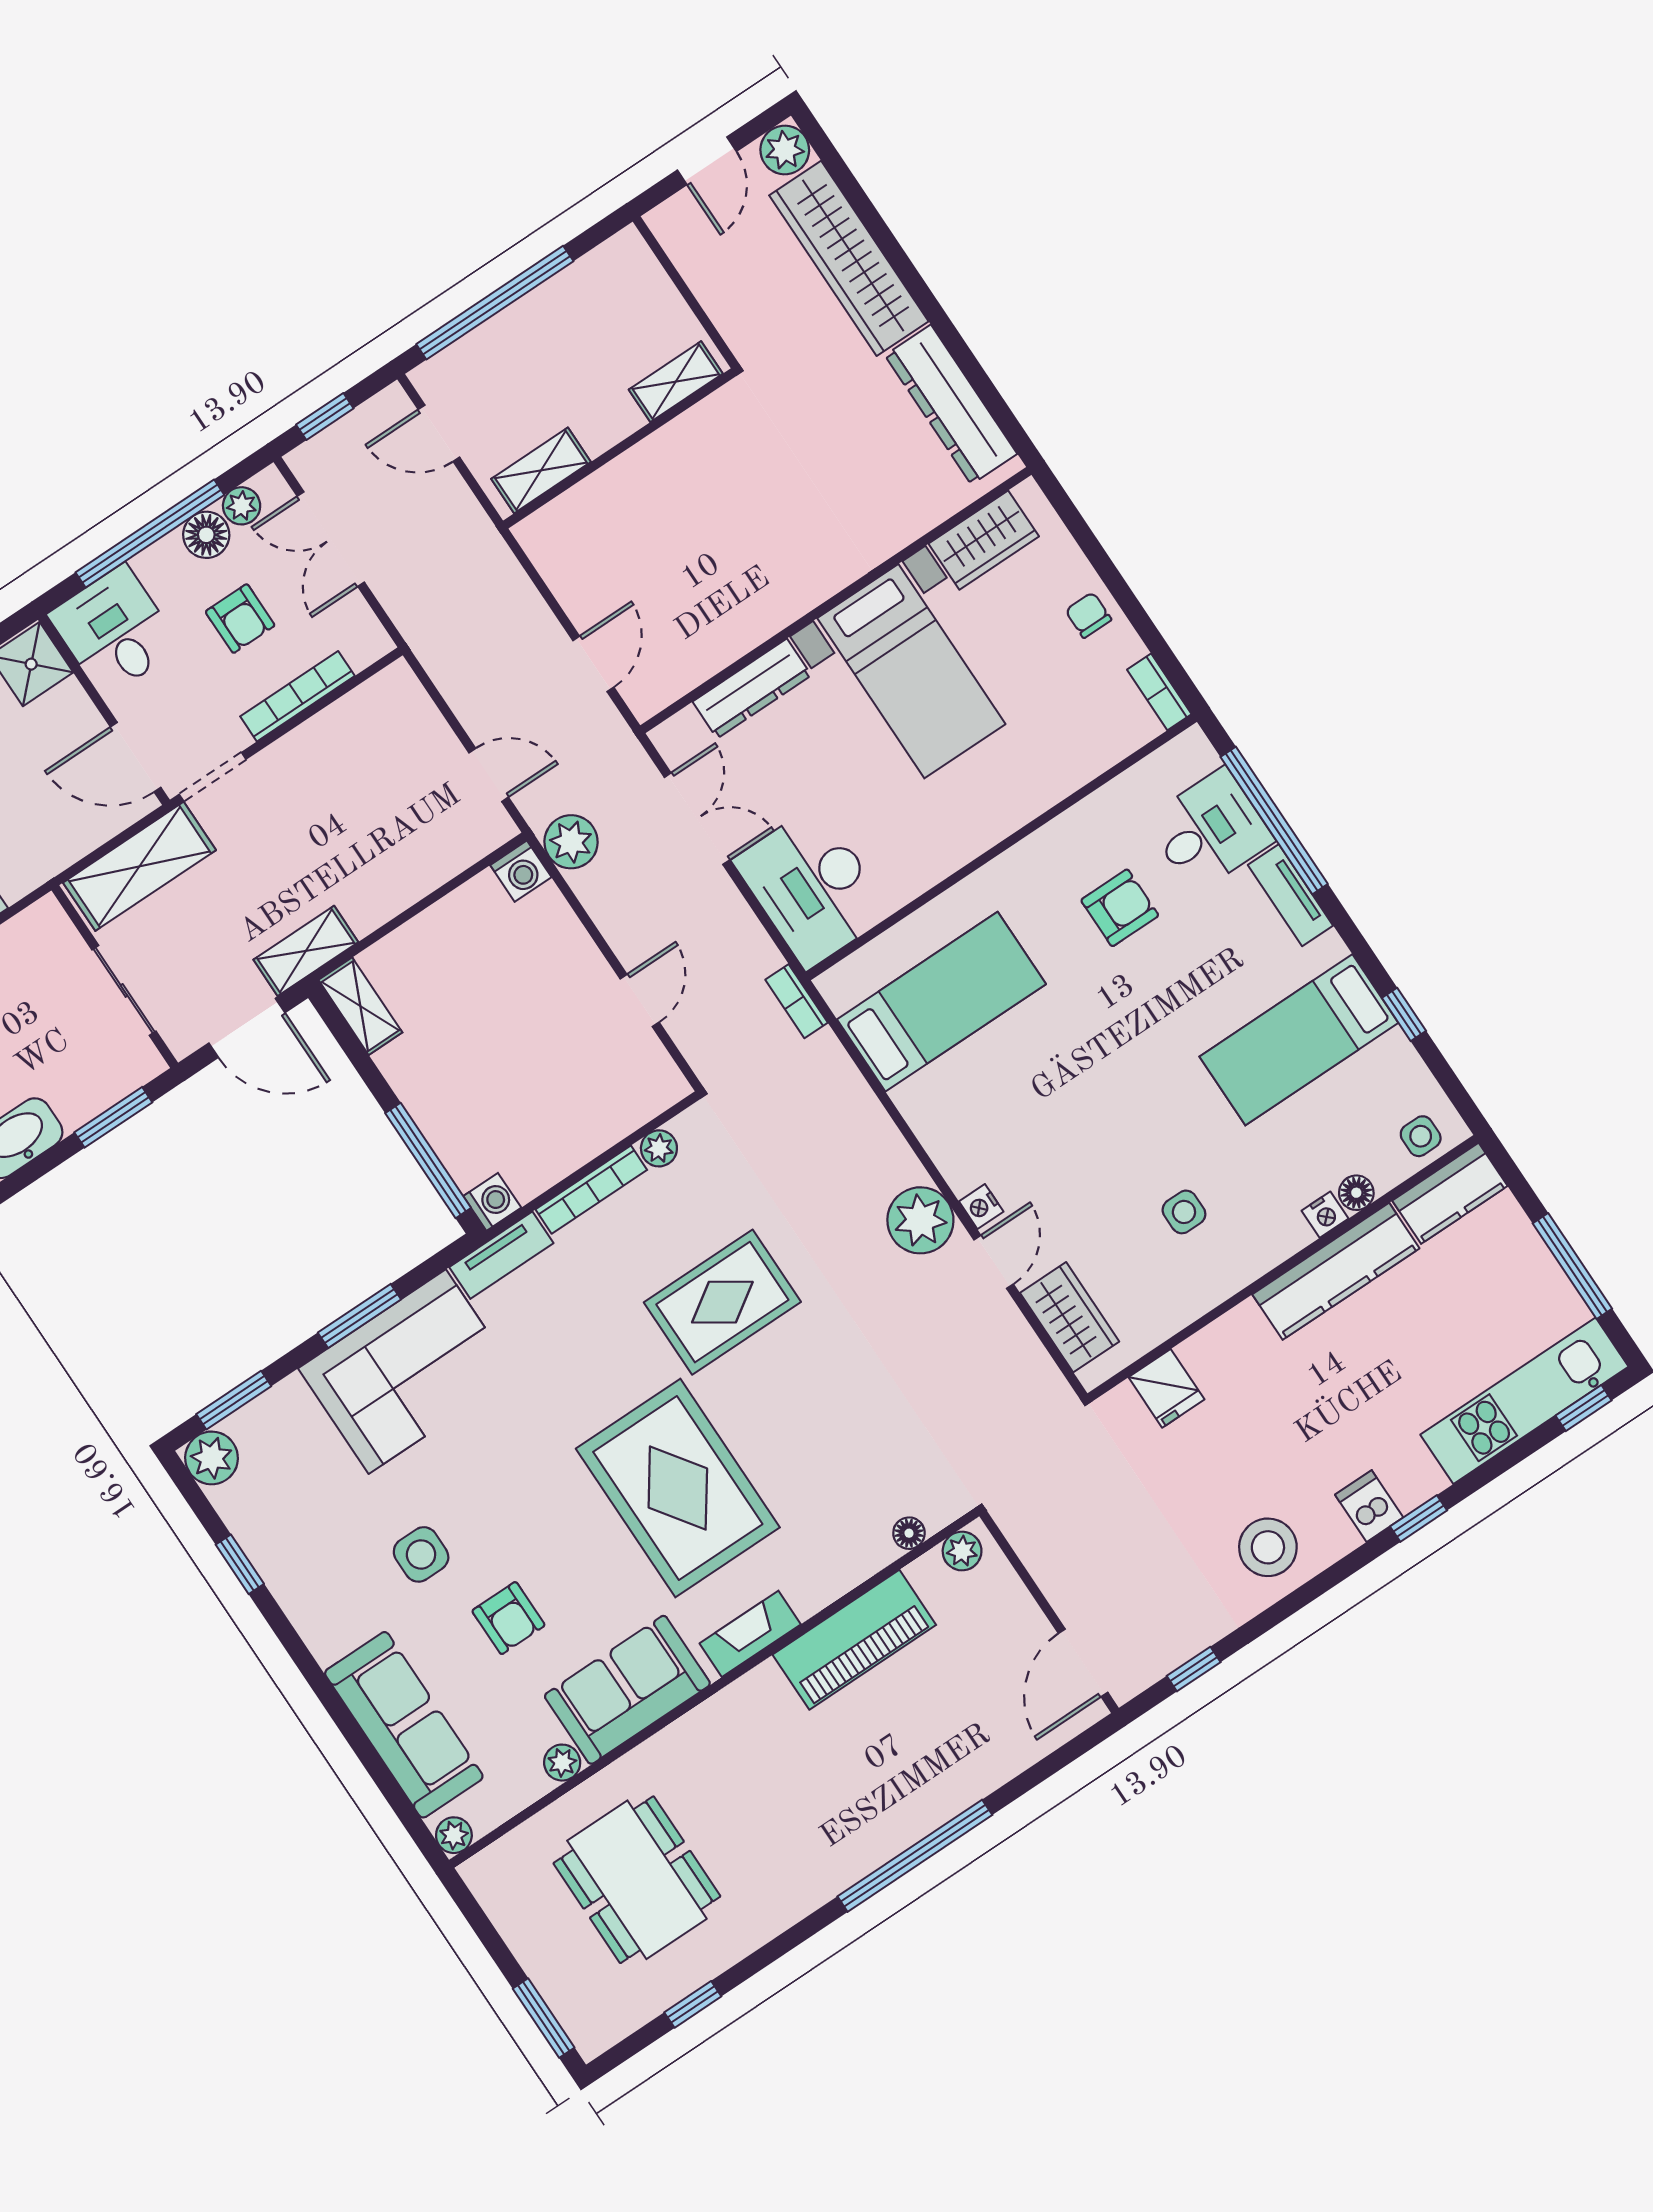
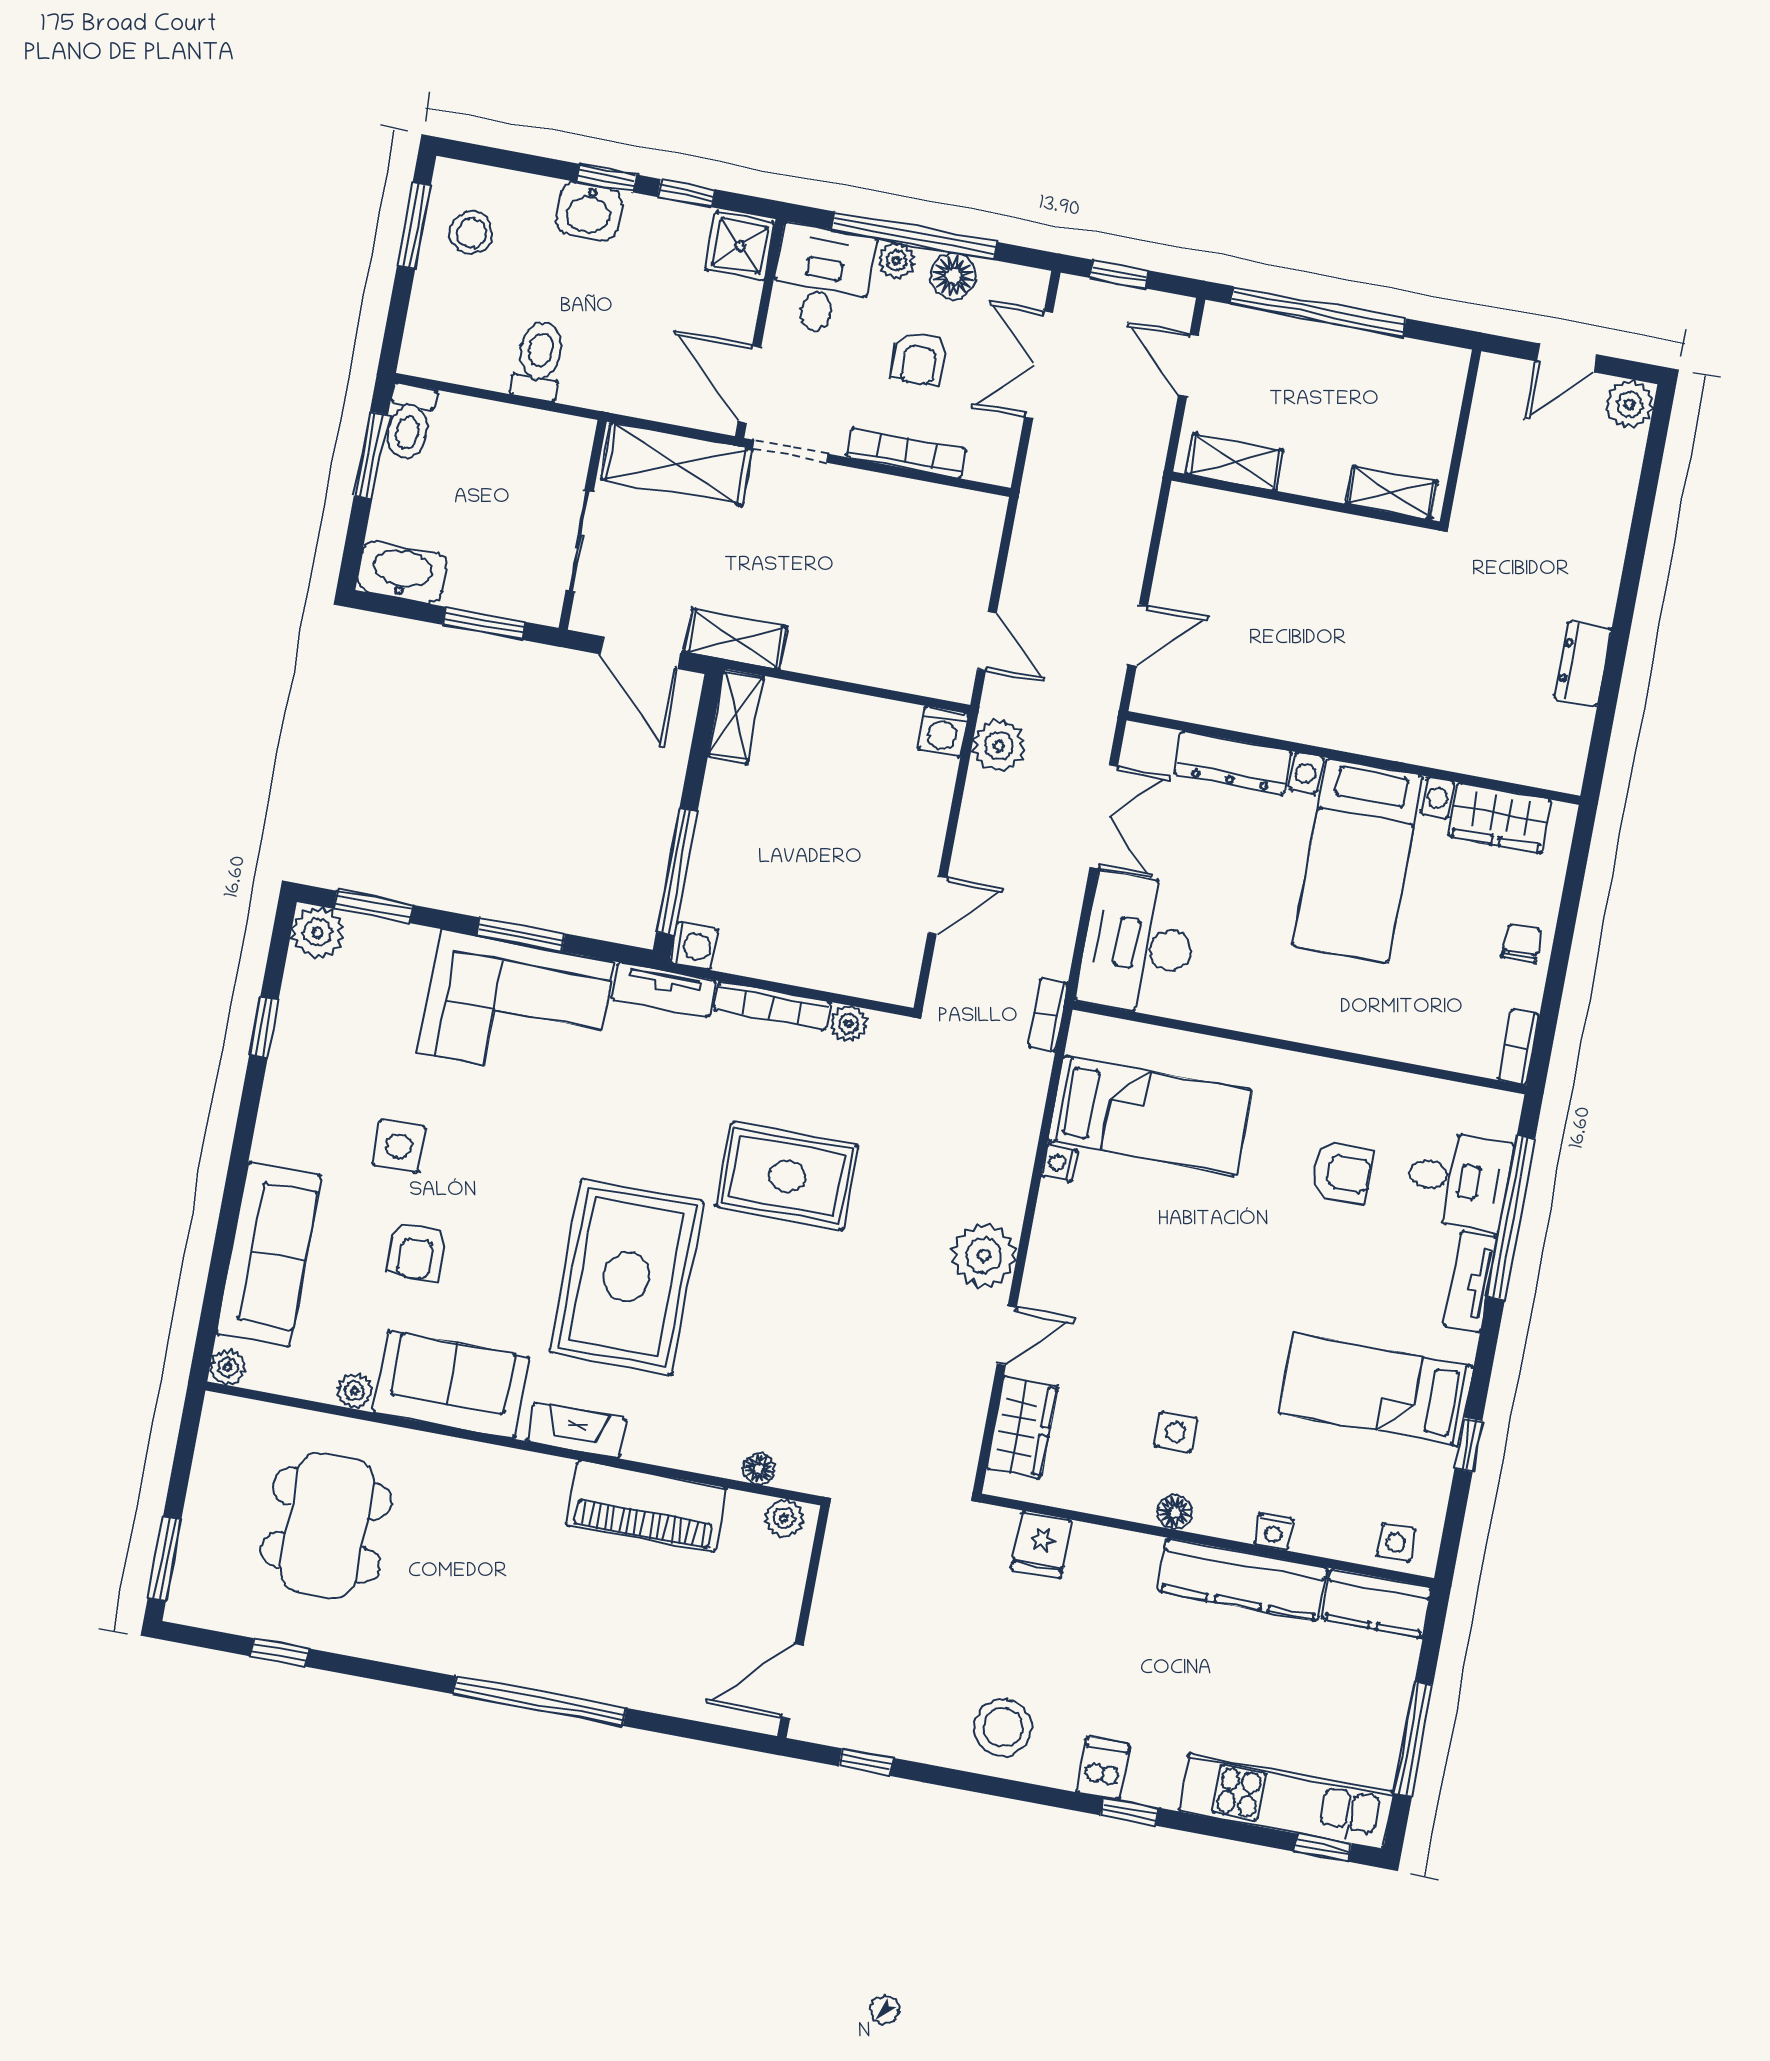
wardrobe: (849, 258) -> (1600, 525), removed
dresser: (951, 405) -> (1583, 663), width x0.51, depth x0.80
plant: (242, 506) -> (896, 261), moved
floor lamp: (1356, 1193) -> (1175, 1512), moved
nightstand: (981, 1207) -> (1060, 1163), moved

